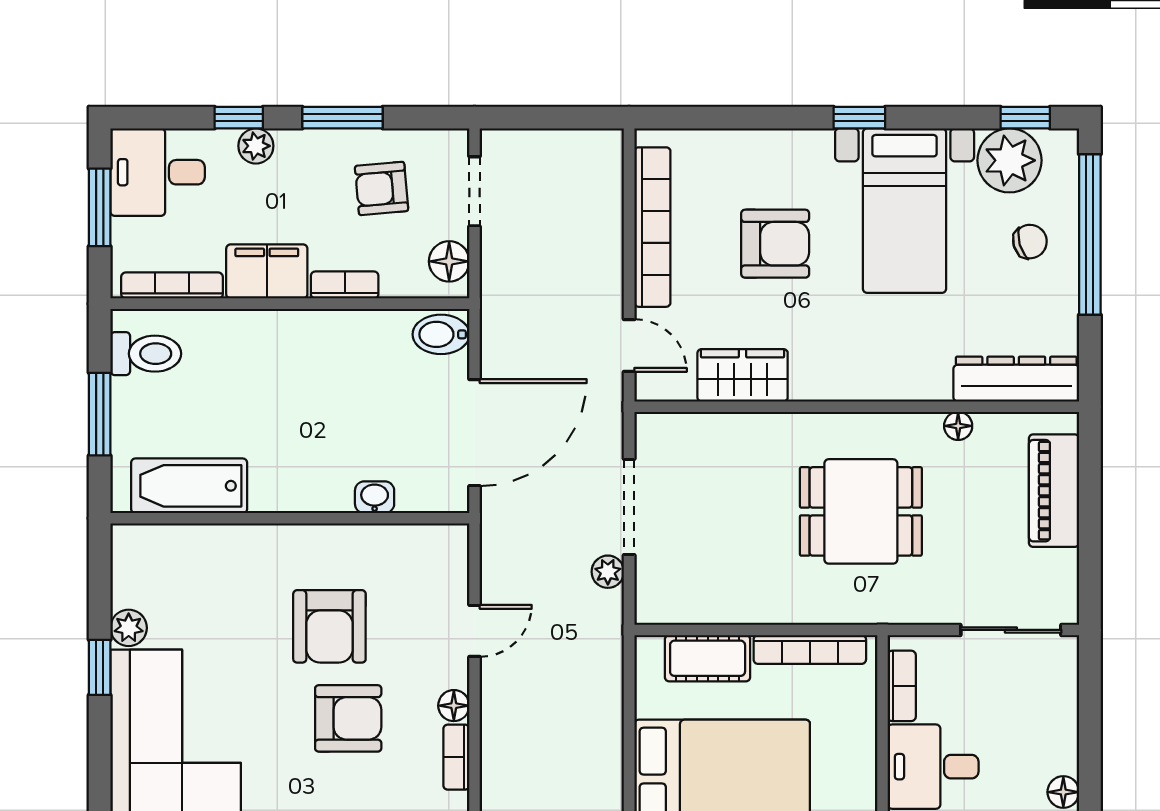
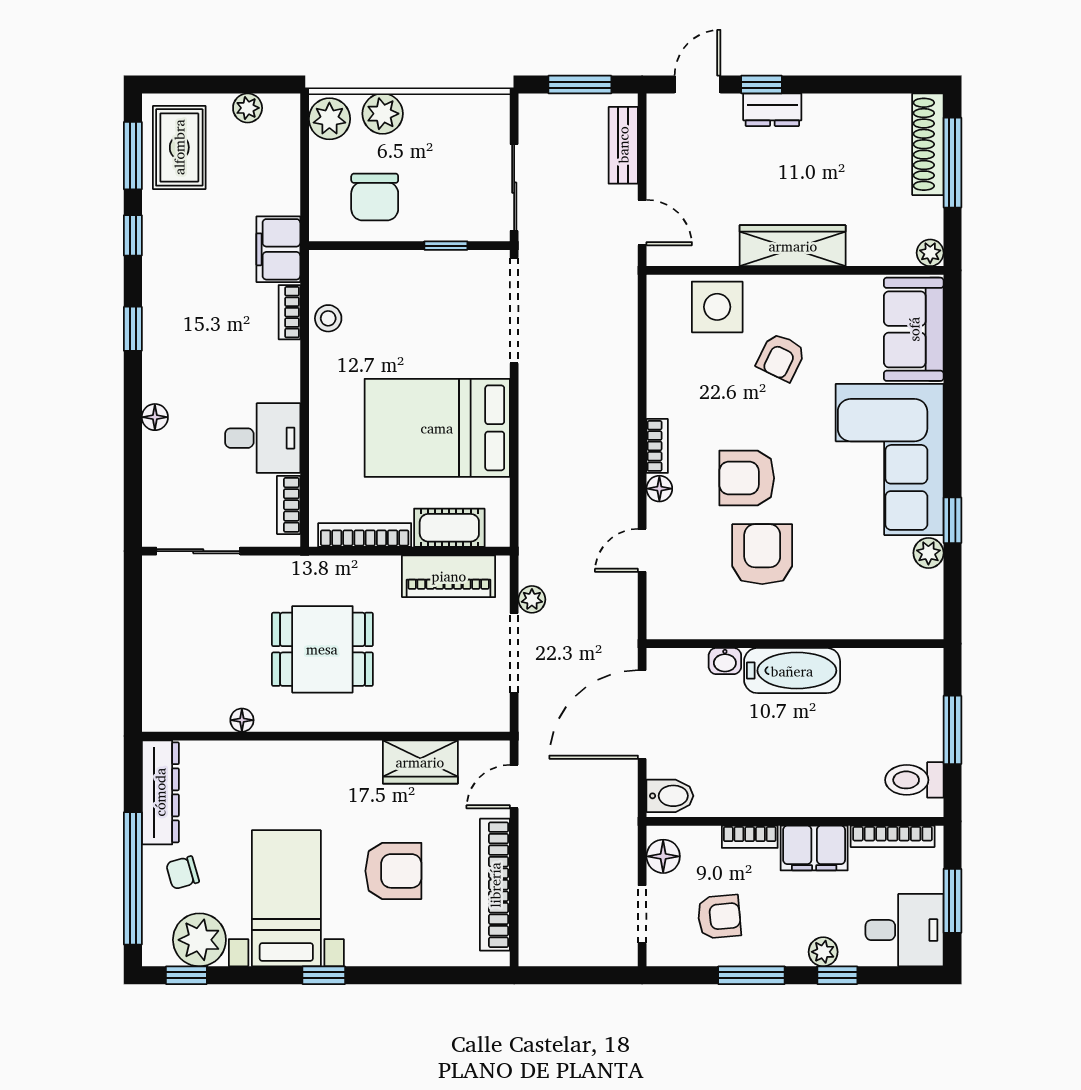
armchair: (775, 244) -> (393, 871), turned 180
door: (629, 345) -> (514, 787), hinge flipped
dresser: (1016, 379) -> (160, 792), moved, turned -90
bathtub: (189, 486) -> (792, 671), moved
piano: (1054, 491) -> (449, 576), moved, turned 90

